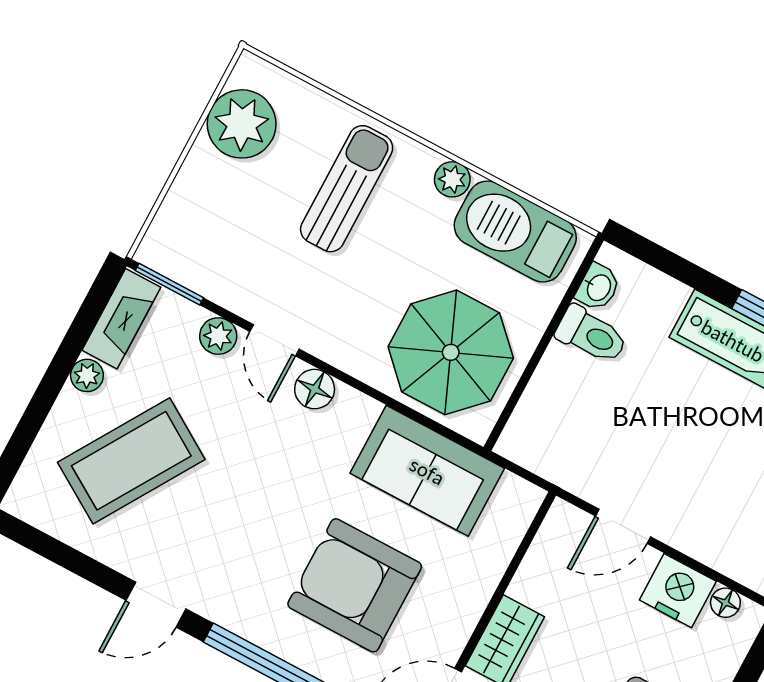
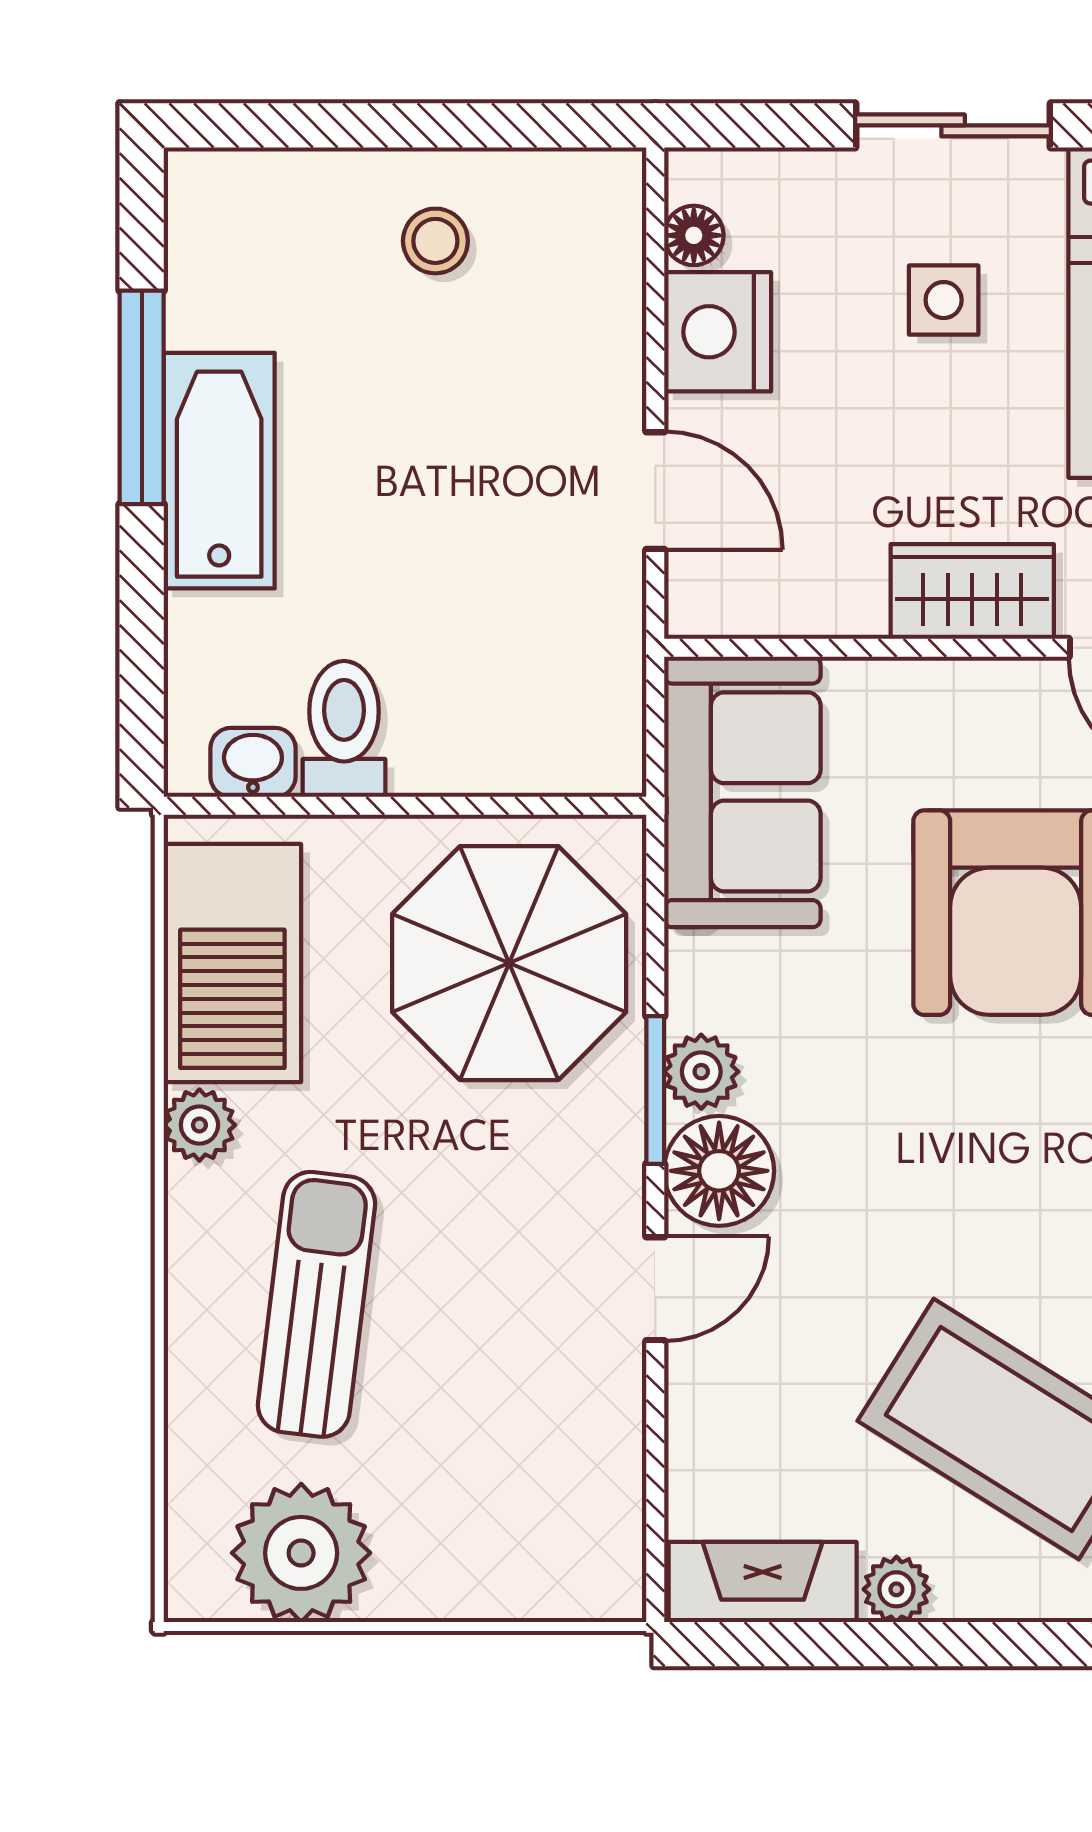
sun lounger: (347, 189) -> (316, 1304), turned 97
window: (169, 284) -> (655, 1090), moved
plant: (218, 336) -> (701, 1072), moved
floor lamp: (315, 389) -> (719, 1171), width x1.38, depth x1.38
sofa: (427, 471) -> (742, 792), moved

